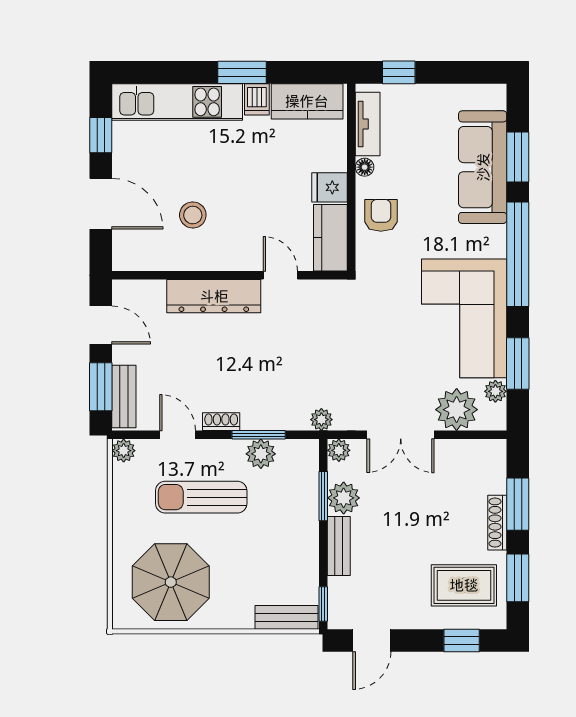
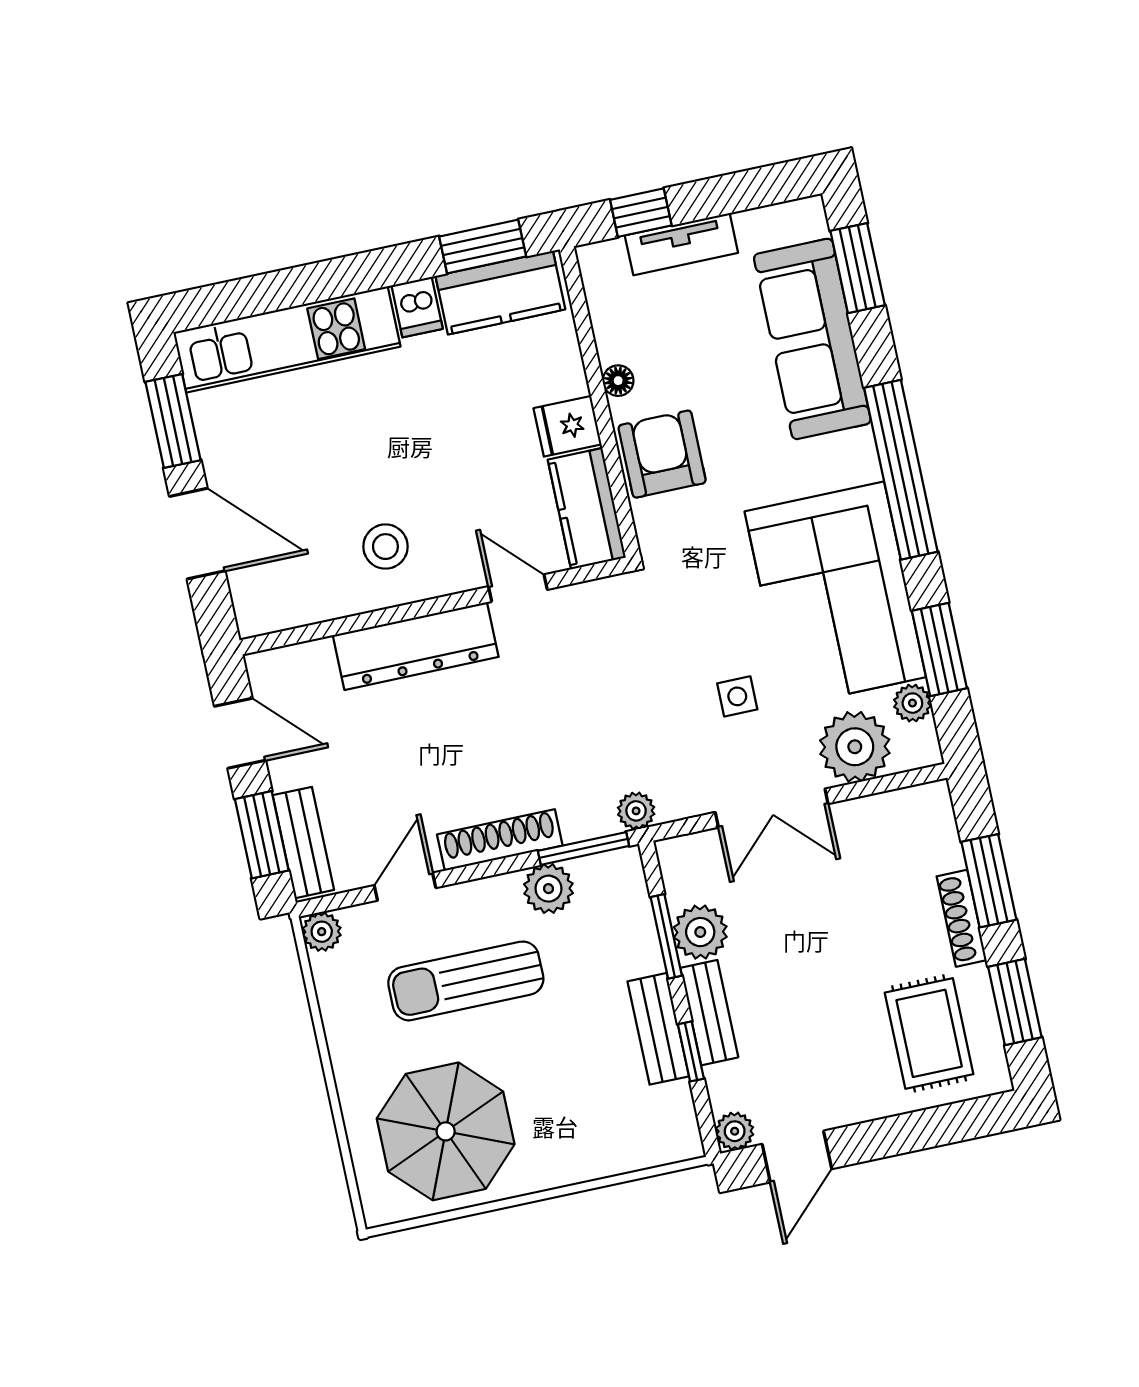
window: (242, 72) -> (483, 247), moved
tv unit: (368, 124) -> (681, 244), moved, turned 90
window: (101, 135) -> (173, 421), width x1.50
window: (518, 157) -> (858, 268), moved
stool: (193, 215) -> (385, 547), moved
armchair: (381, 215) -> (662, 454), width x1.38, depth x1.38
side table: (394, 366) -> (737, 696), added
shoe rack: (221, 422) -> (500, 840), width x1.94, depth x1.24
door: (178, 435) -> (405, 887), hinge flipped
window: (259, 435) -> (584, 848), moved
plant: (339, 450) -> (735, 1131), moved
rug: (464, 585) -> (929, 1033), turned 90
window: (323, 604) -> (691, 1051), moved
bench: (286, 617) -> (658, 1029), moved, turned 90
window: (462, 640) -> (945, 1125), removed

